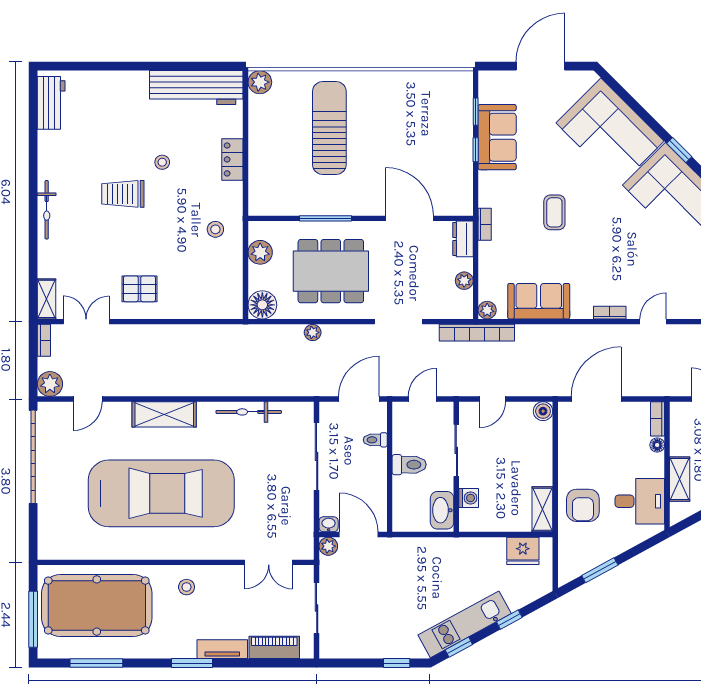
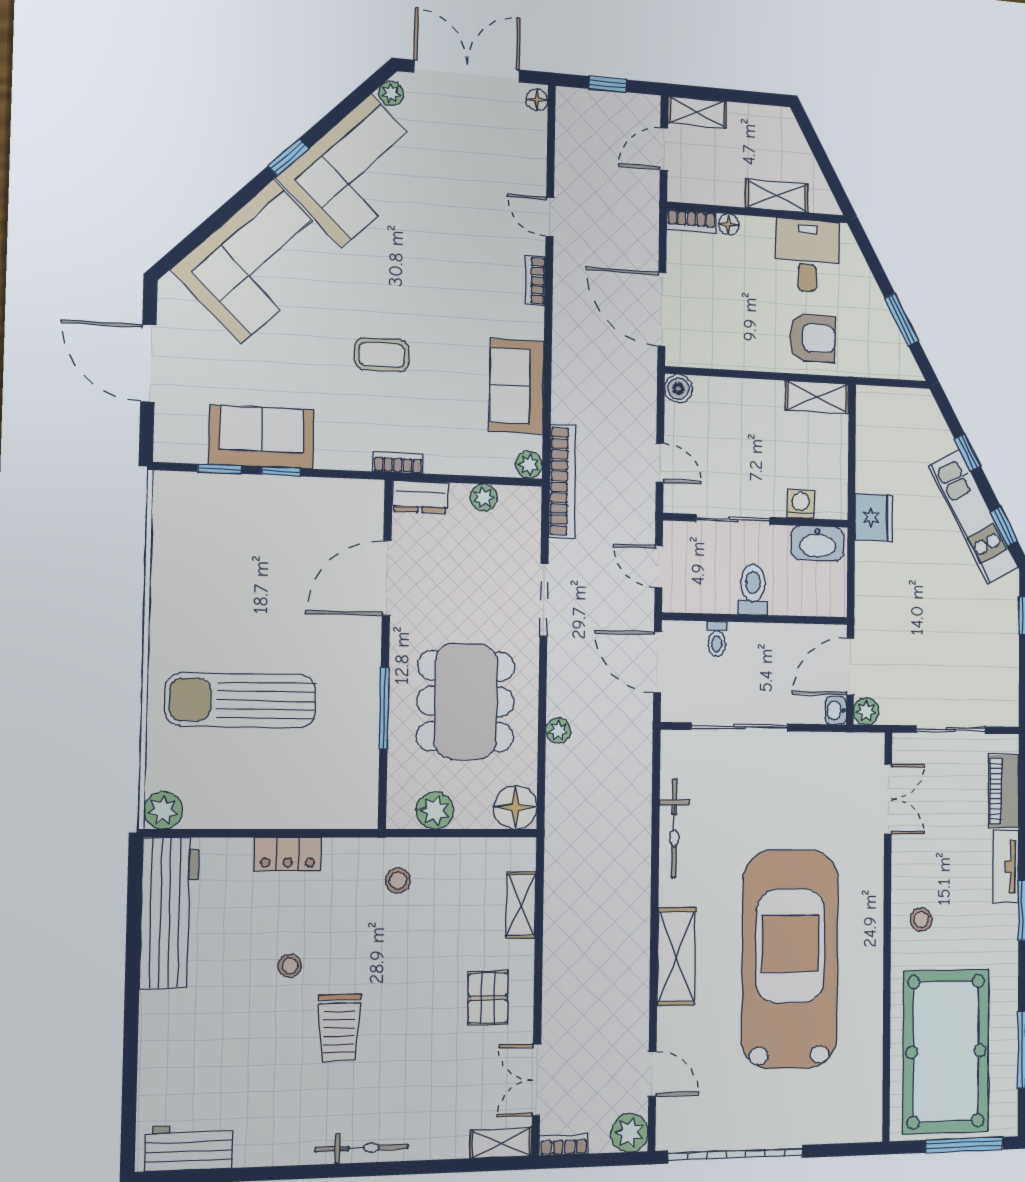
shelving: (199, 309) -> (521, 905), added
fridge: (523, 551) -> (874, 518), moved

